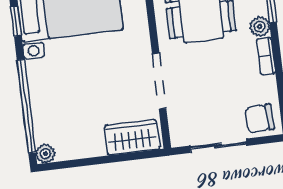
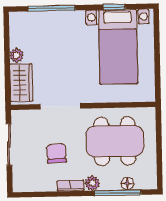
window: (26, 106) -> (52, 8), width x0.68
chair: (260, 118) -> (56, 153), moved
plant: (45, 154) -> (17, 55), moved

